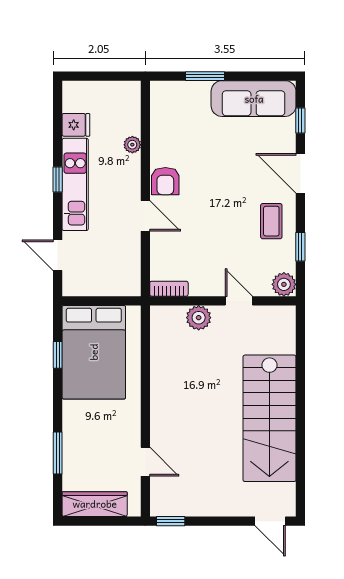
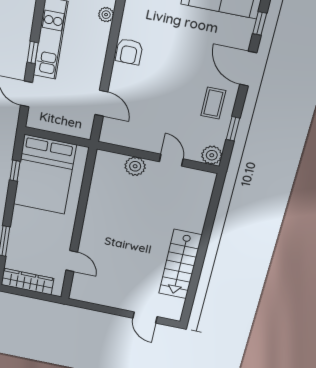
window: (58, 179) -> (33, 53), moved
door: (145, 216) -> (101, 103), moved
bookcase: (169, 289) -> (115, 139), removed
stairs: (269, 418) -> (180, 264), width x0.73, depth x0.66
window: (171, 521) -> (84, 305), removed
door: (270, 521) -> (145, 317), moved

